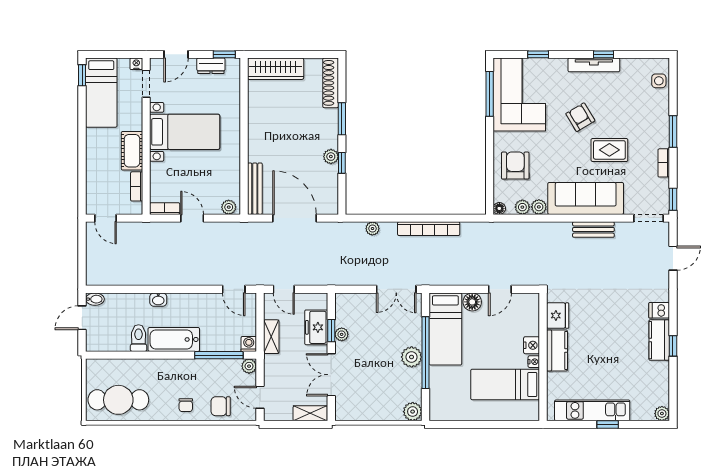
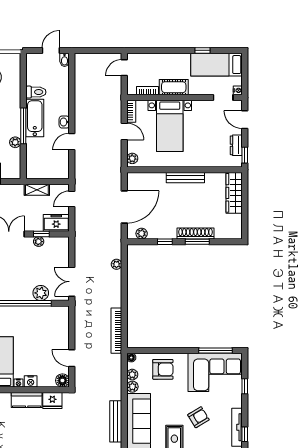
window: (82, 75) -> (202, 50), moved
shoe rack: (331, 83) -> (195, 233), moved
bed with nightstands: (185, 132) -> (170, 126), moved
plant: (331, 157) -> (142, 234), moved
bench: (255, 189) -> (185, 178), moved
door: (192, 218) -> (124, 131), hinge flipped
bookcase: (429, 229) -> (116, 331), moved
bench: (593, 230) -> (116, 421), width x1.36
door: (234, 289) -> (72, 142), moved
washbasin: (158, 300) -> (64, 122), moved
floor lamp: (472, 302) -> (62, 380), moved
door: (82, 318) -> (51, 50), hinge flipped
freezer: (316, 327) -> (56, 223), moved
bed: (445, 329) -> (43, 318), removed
washing machine: (249, 344) -> (32, 173), removed
window: (219, 355) -> (23, 126), moved
plant: (412, 357) -> (41, 293), moved
plant: (249, 366) -> (15, 142), moved

